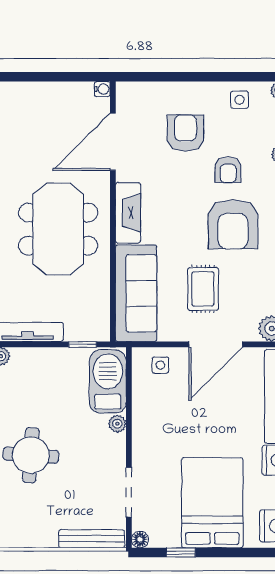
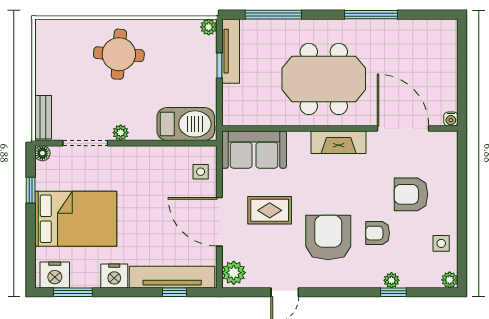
armchair: (185, 133) -> (411, 194), turned 180
armchair: (233, 224) -> (328, 237), turned 90
sofa: (136, 293) -> (254, 150), width x0.73
window: (83, 344) -> (219, 65), moved
plant: (117, 424) -> (121, 133), moved
bench: (92, 539) -> (43, 117), width x0.73

